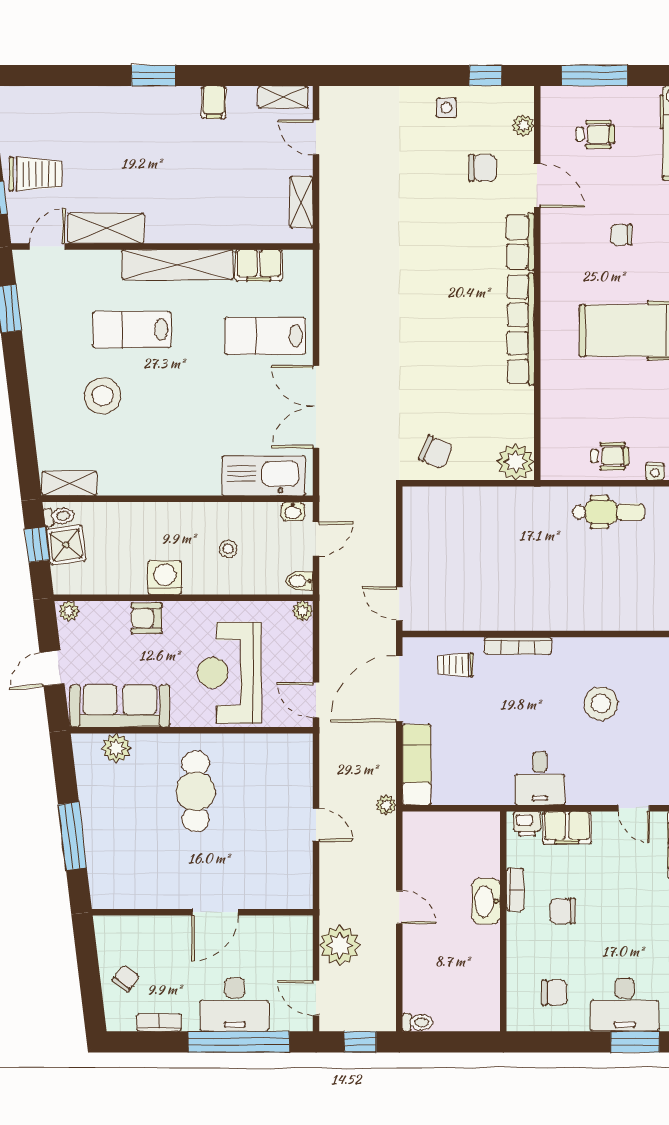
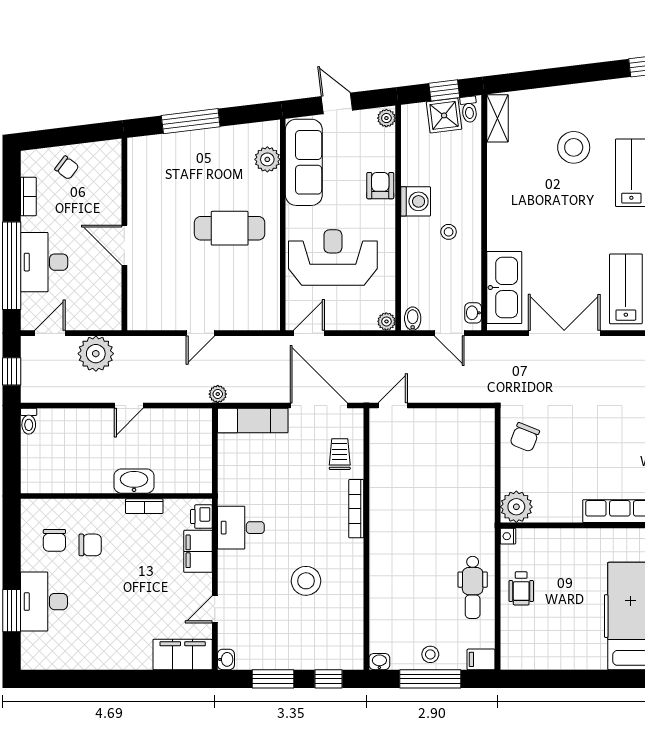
nightstand: (655, 471) -> (508, 536), moved
stool: (228, 549) -> (449, 232), moved
chair: (563, 911) -> (90, 545), moved, turned 90

